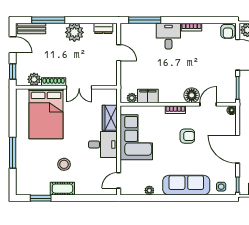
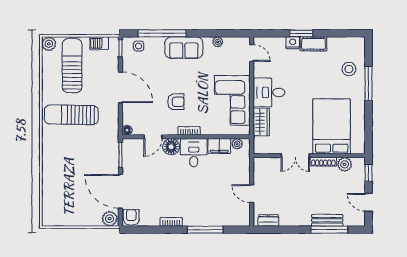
window: (145, 20) -> (205, 230), moved
bench: (31, 29) -> (327, 220), moved
plant: (74, 32) -> (300, 216), removed
desk: (168, 36) -> (194, 153), moved, turned 180
double door: (79, 87) -> (295, 156), swing flipped
armchair: (187, 136) -> (176, 102), turned 180
stool: (64, 164) -> (349, 69), moved
door: (119, 180) -> (252, 53), hinge flipped
sofa: (186, 185) -> (184, 48), width x0.73
nightstand: (81, 190) -> (293, 43), added
window: (41, 198) -> (301, 33), moved
window: (200, 198) -> (162, 33), added

